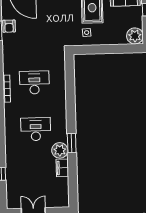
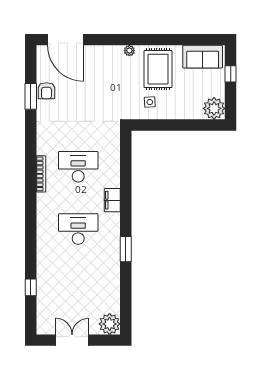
plant: (60, 150) -> (110, 324), moved
filing cabinet: (62, 168) -> (112, 200), moved

